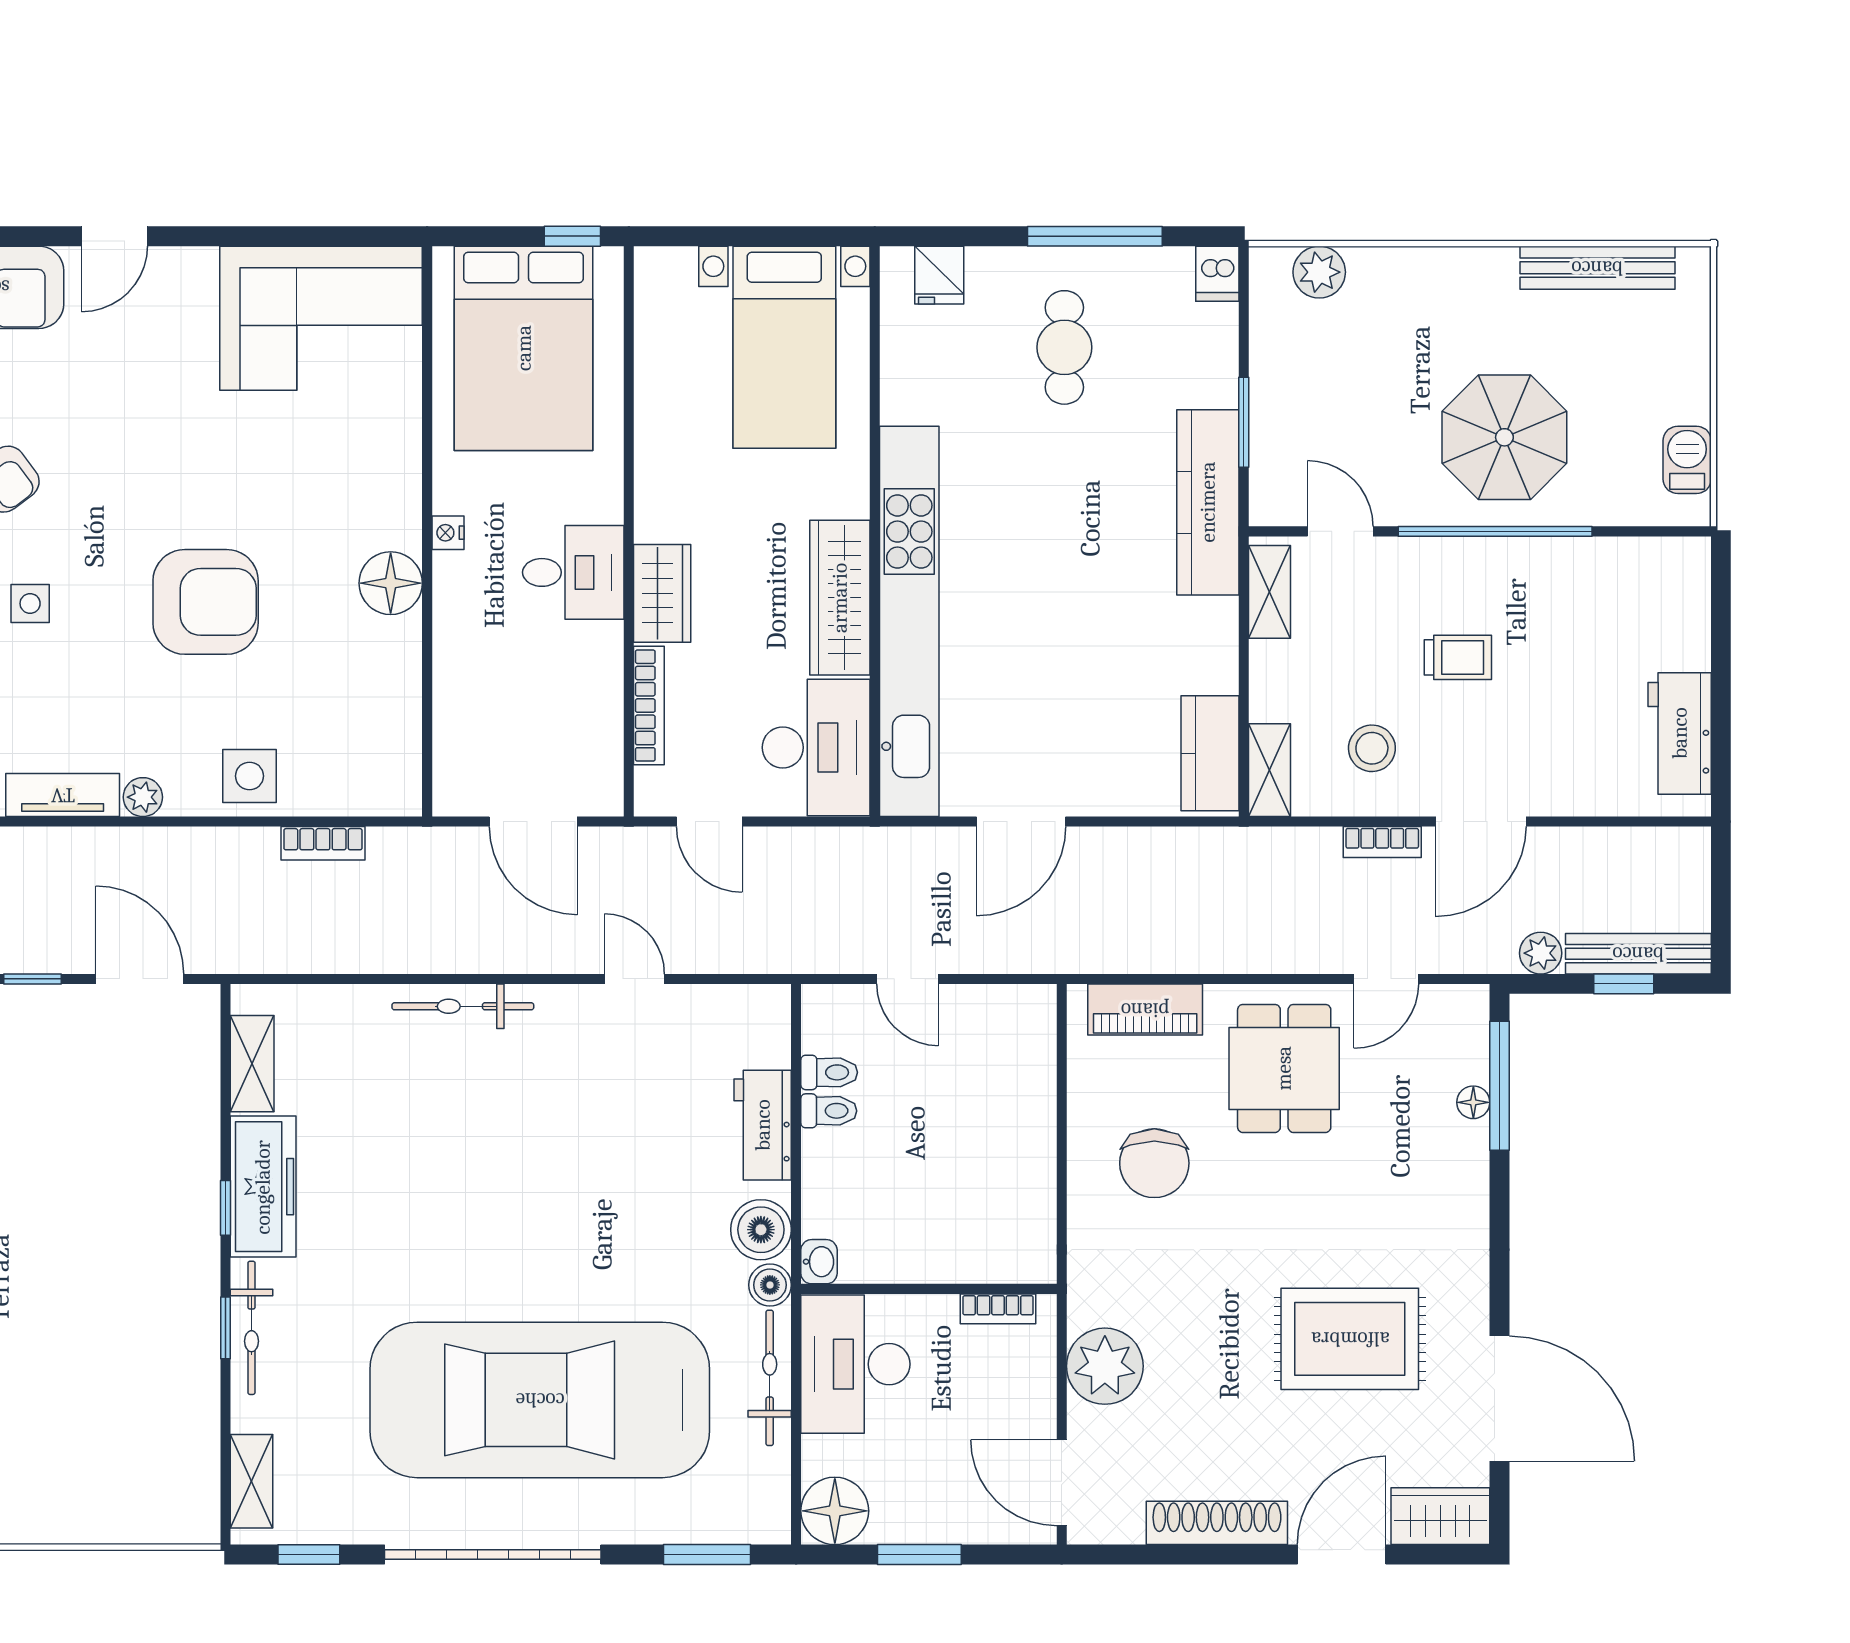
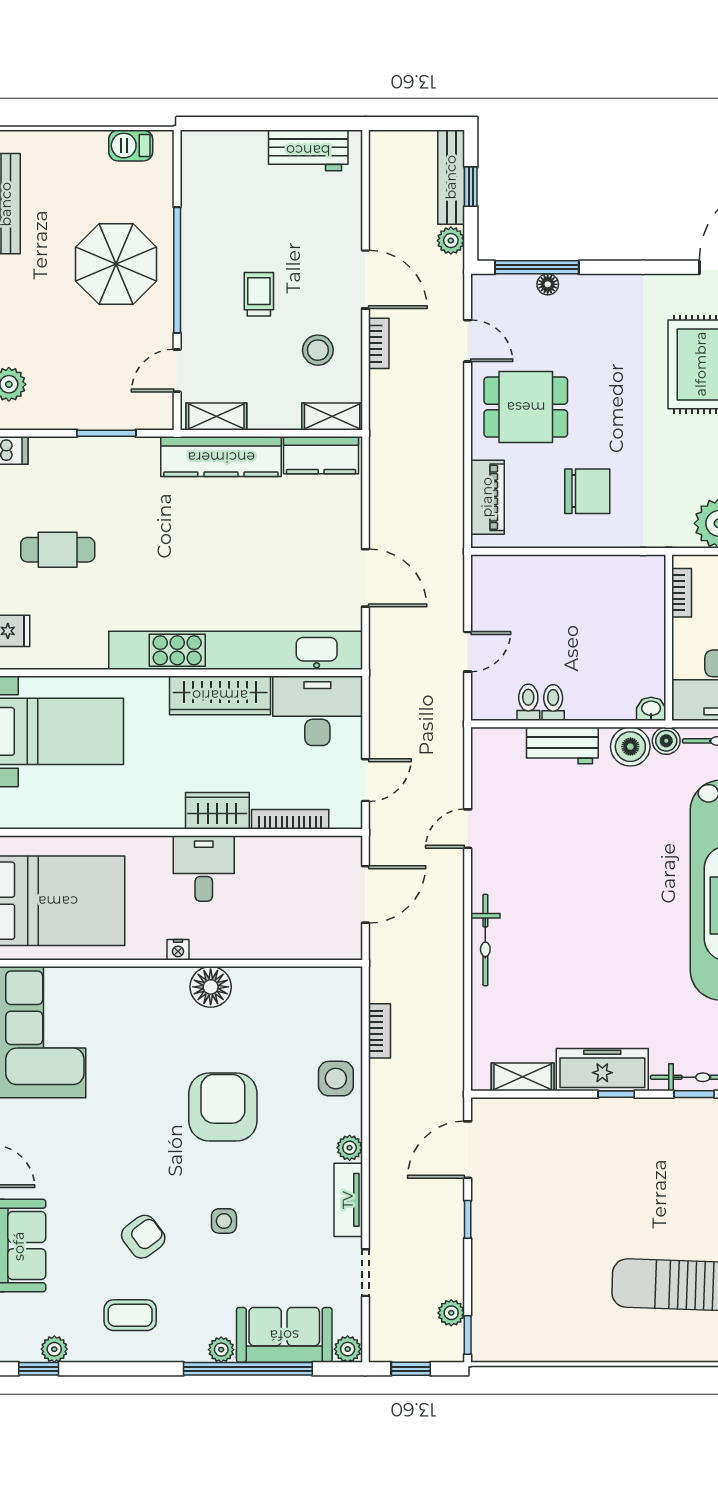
kitchen counter: (1208, 502) -> (221, 457), moved

